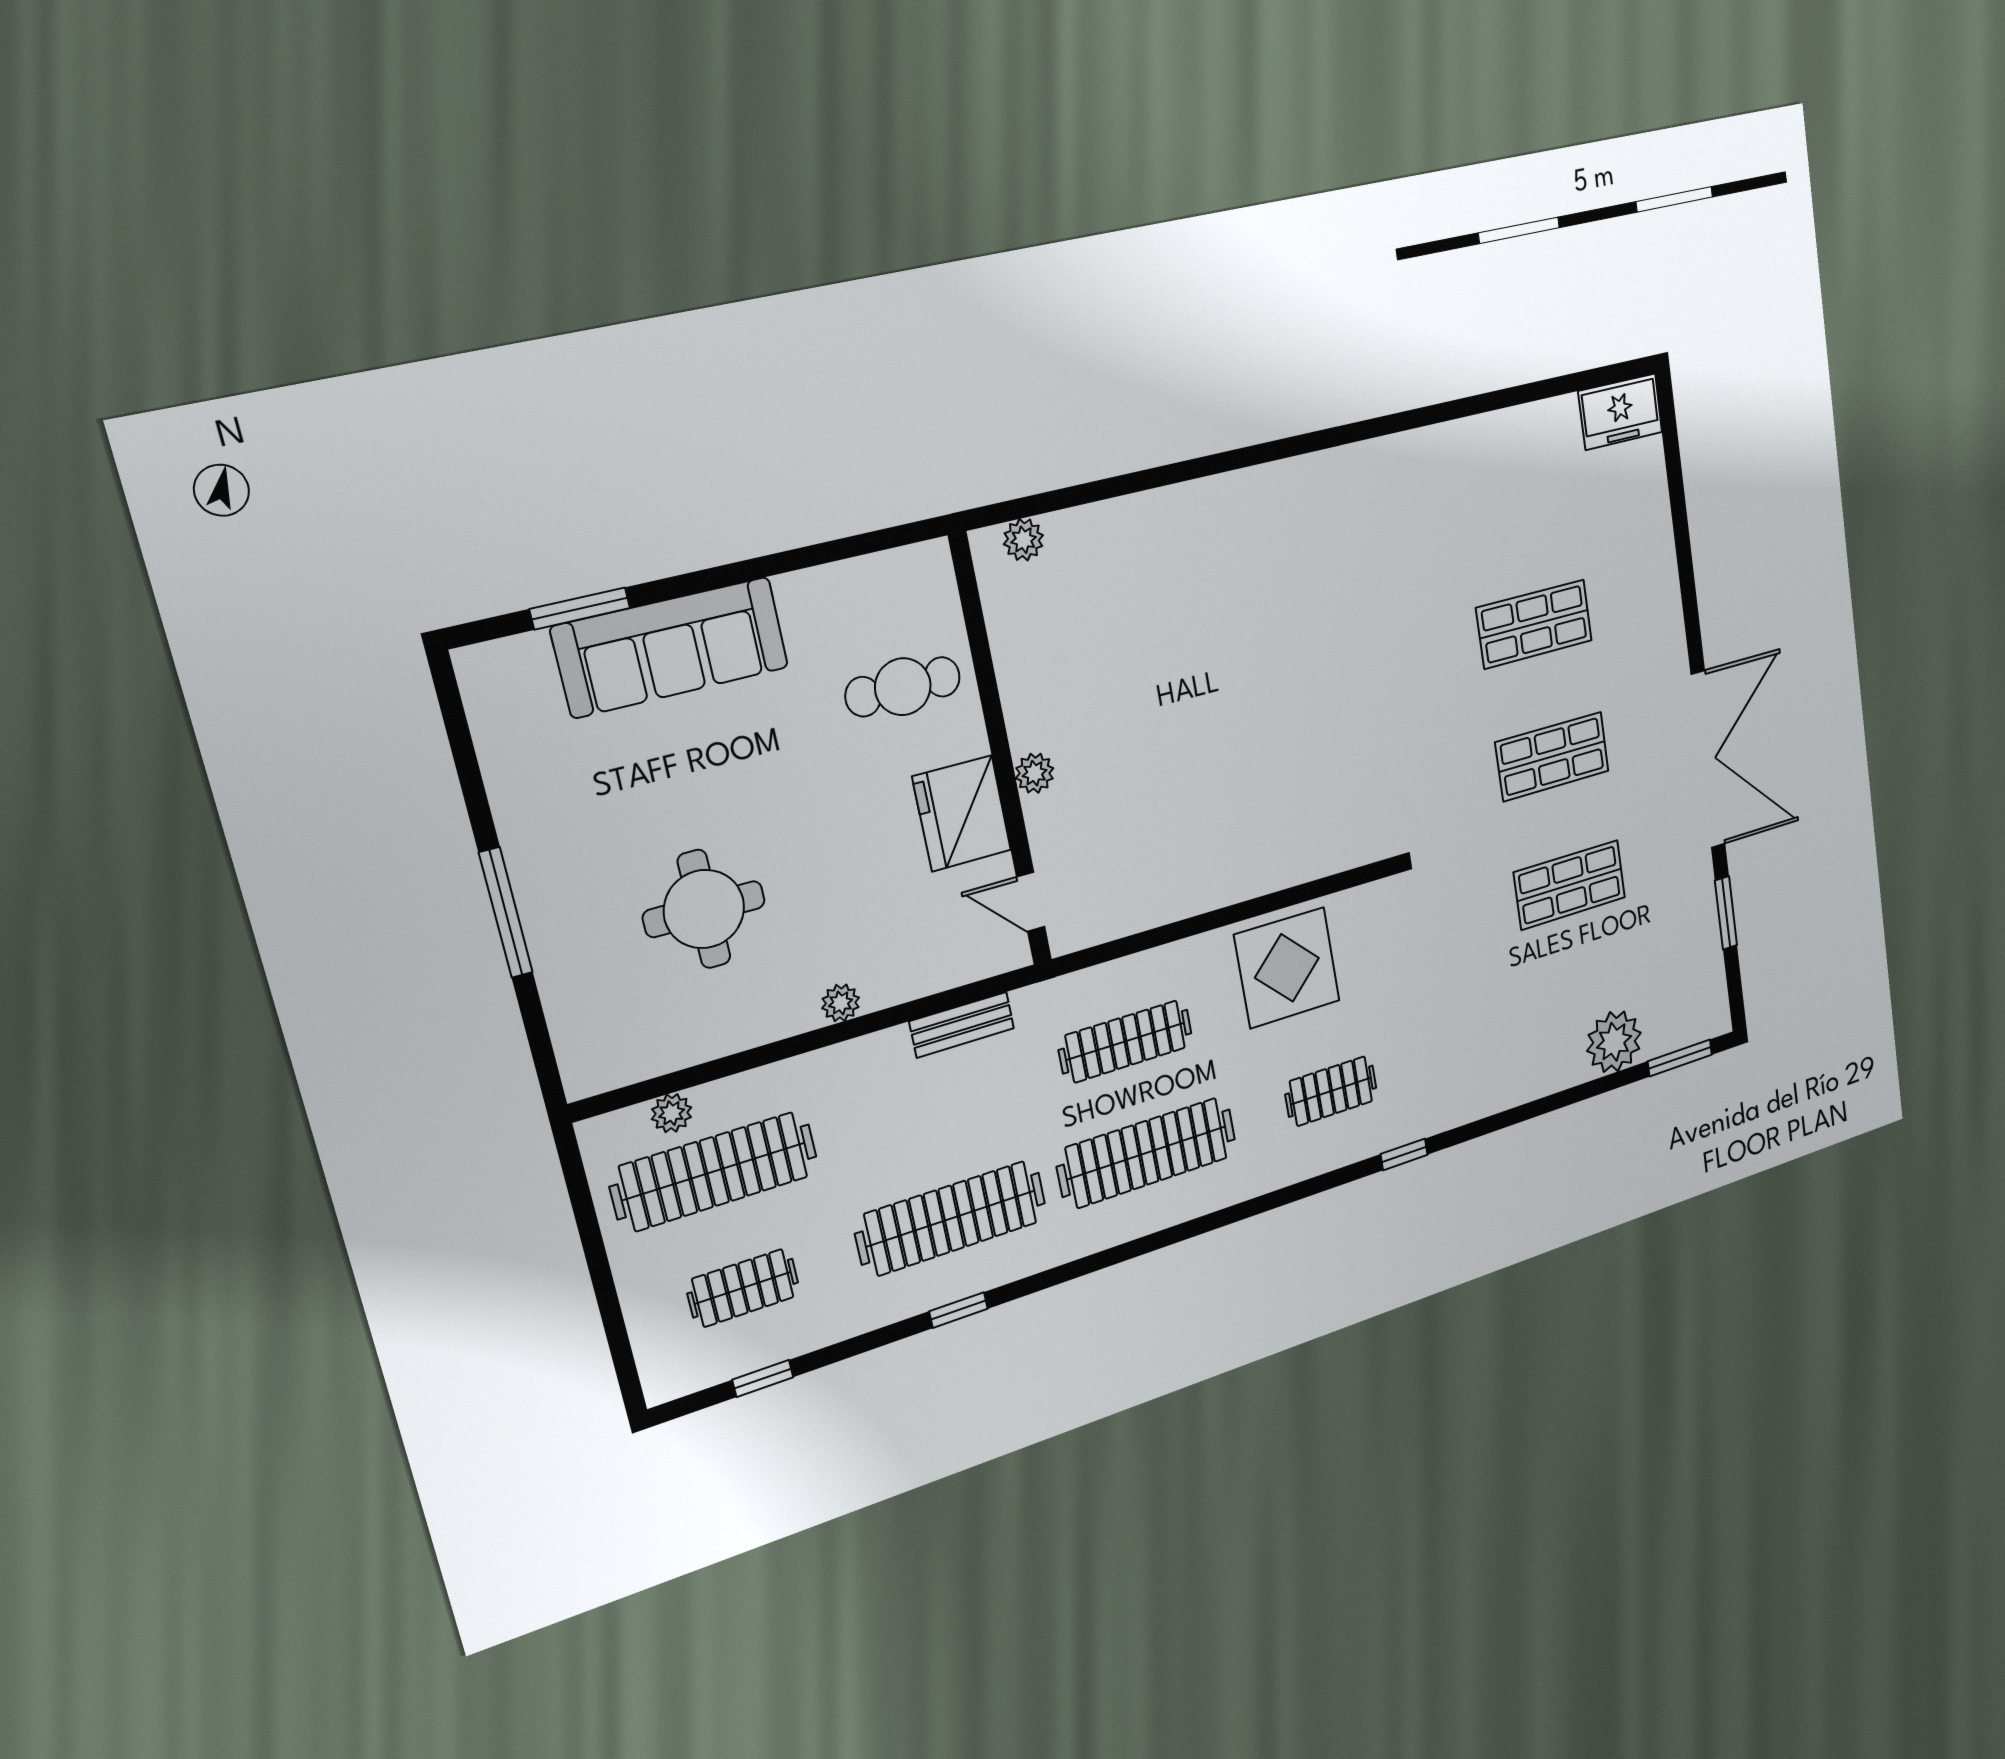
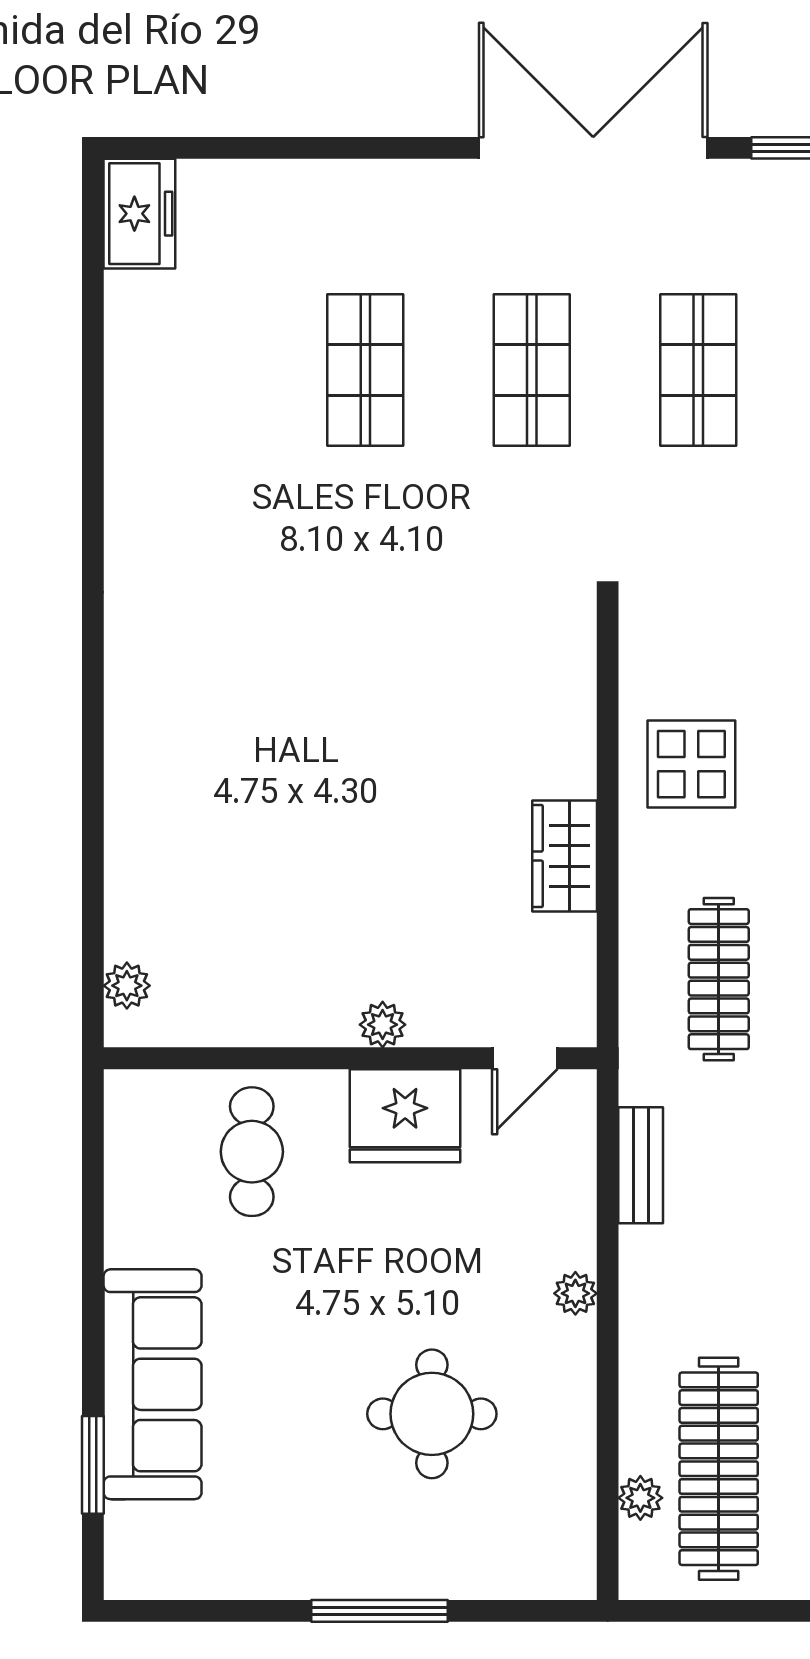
wardrobe: (1199, 887) -> (565, 856), added
display table: (1287, 968) -> (691, 764), width x0.73, depth x0.73

